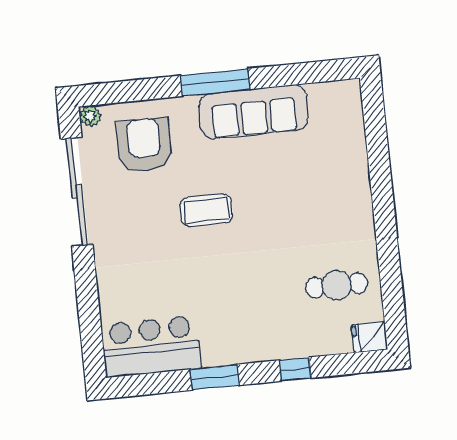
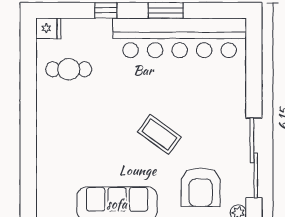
coffee table: (206, 210) -> (159, 134), turned 36
bar counter: (151, 347) -> (180, 38), width x1.86

